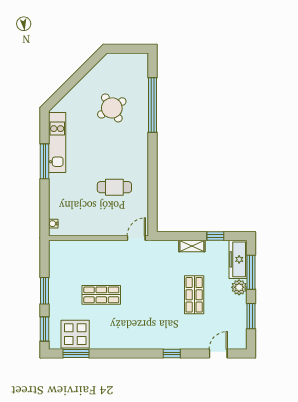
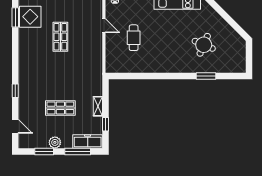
window: (153, 105) -> (206, 76), width x0.47
round table: (112, 108) -> (204, 45), turned -35
cafe table: (114, 187) -> (134, 38), moved
door: (136, 238) -> (104, 26), moved
plant: (239, 287) -> (55, 142), moved

